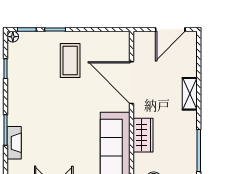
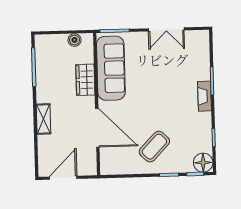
floor lamp: (13, 37) -> (203, 163), width x1.89, depth x1.89
coffee table: (70, 61) -> (154, 147), turned 44
fireplace: (14, 143) -> (205, 96), moved

